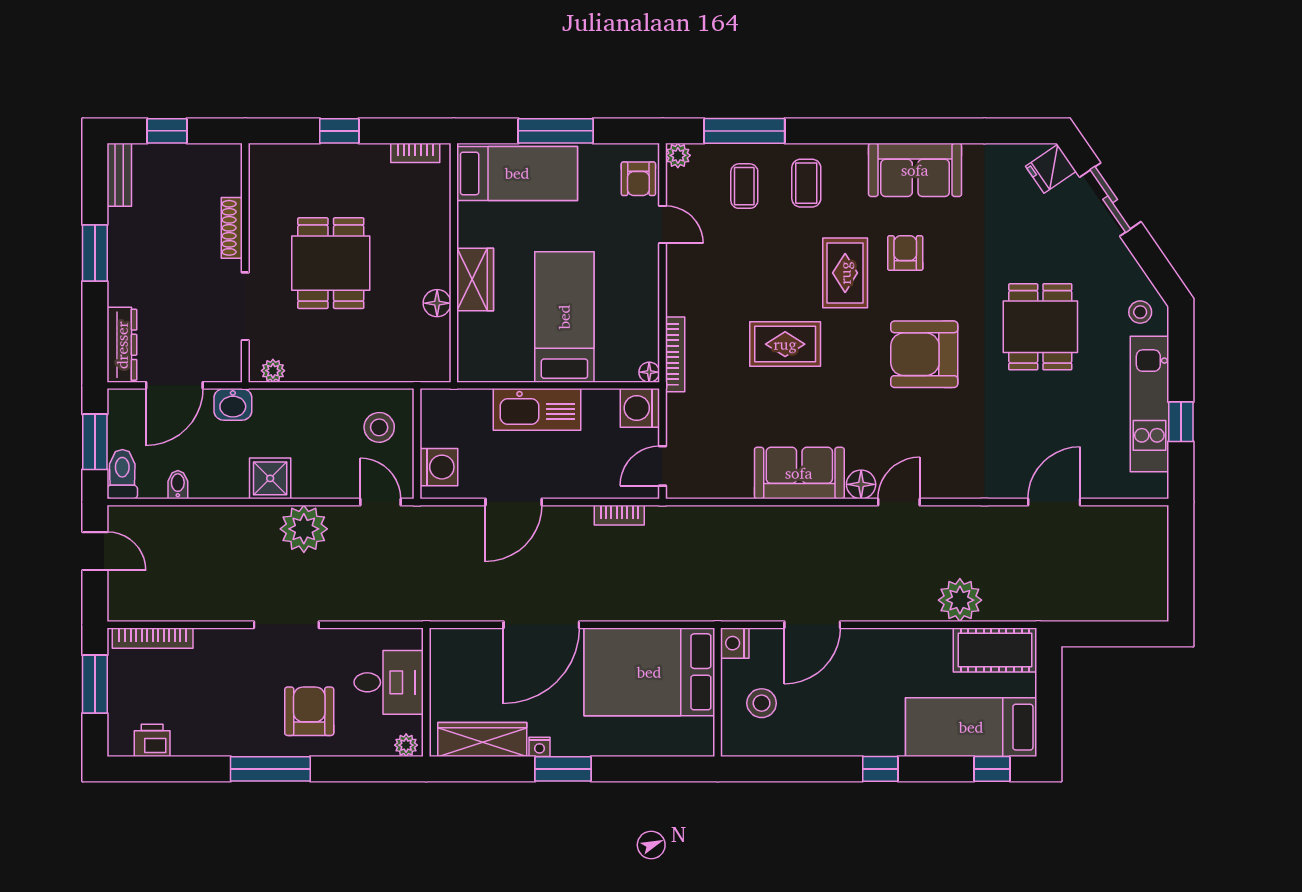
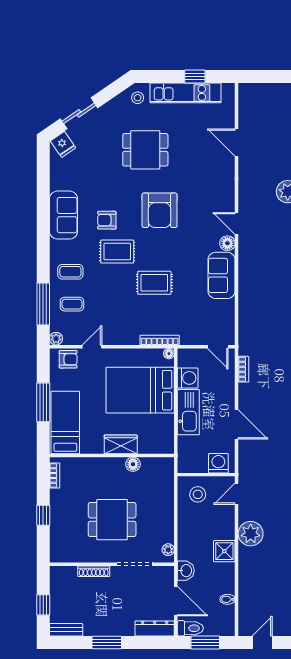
bed: (564, 317) -> (140, 390), width x1.50
rug: (785, 344) -> (154, 283), turned 90
washing machine: (640, 408) -> (188, 378), moved, turned -90
toilet: (122, 474) -> (190, 628), moved, turned 180

